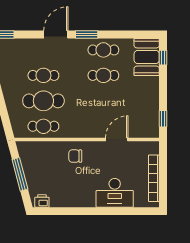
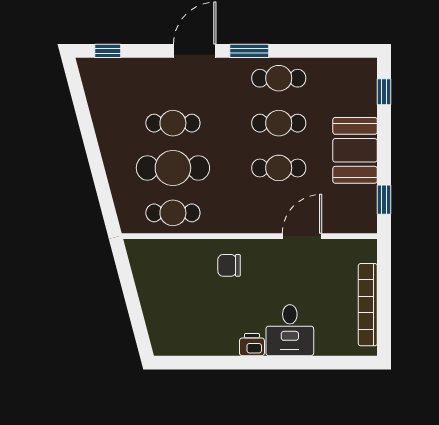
booth: (147, 57) -> (355, 150), moved
cafe table: (103, 101) -> (279, 168), added
window: (20, 174) -> (131, 298), removed
desk: (115, 193) -> (290, 330), width x0.73
printer: (42, 201) -> (252, 345), moved

